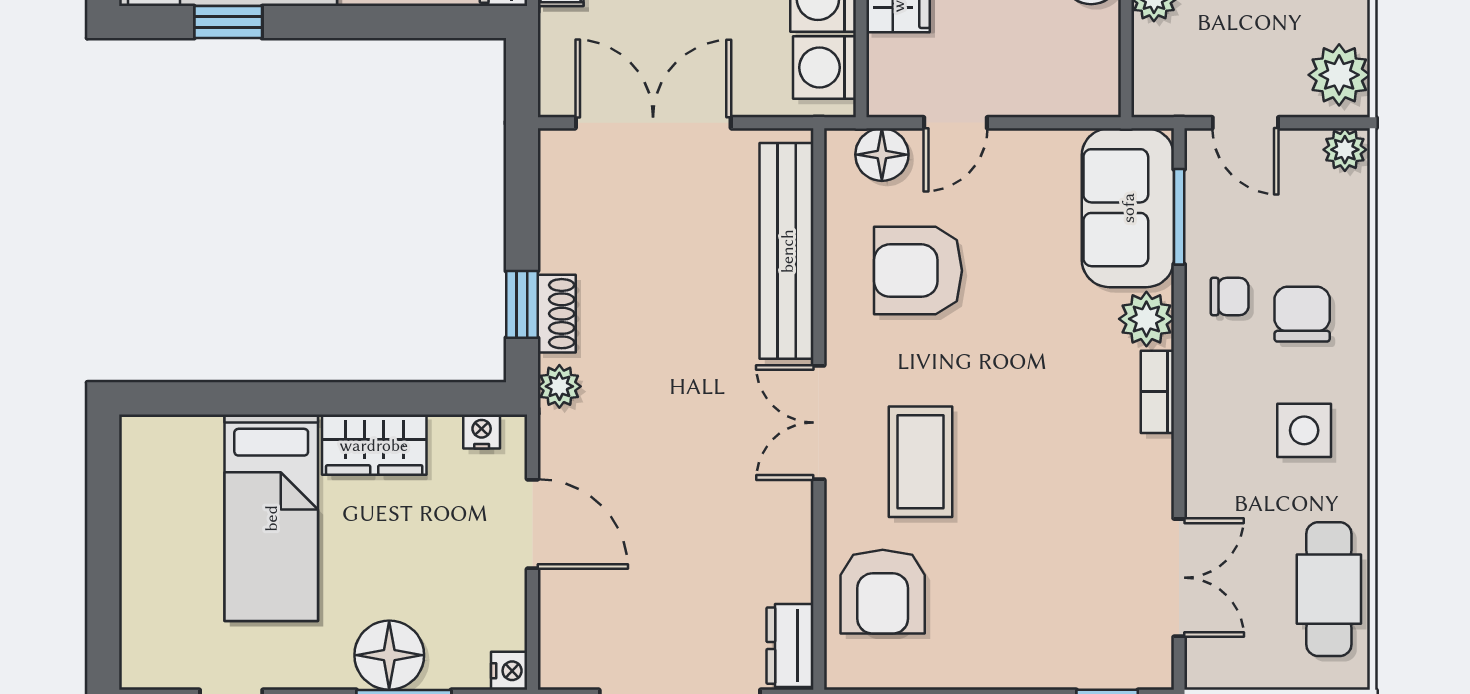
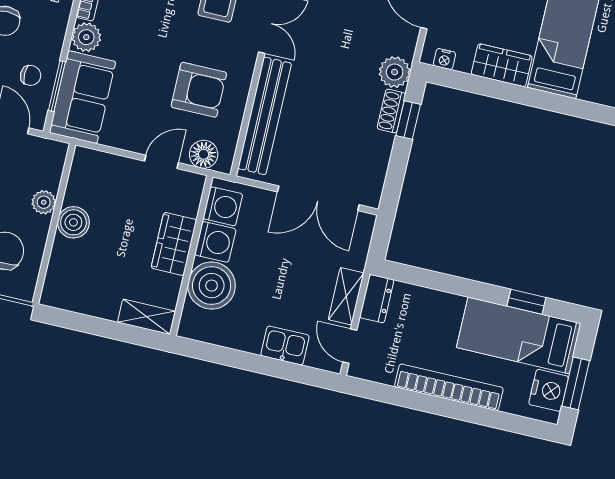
chair: (1230, 297) -> (31, 75), moved, turned 180
plant: (559, 386) -> (395, 72), width x1.38, depth x1.38

